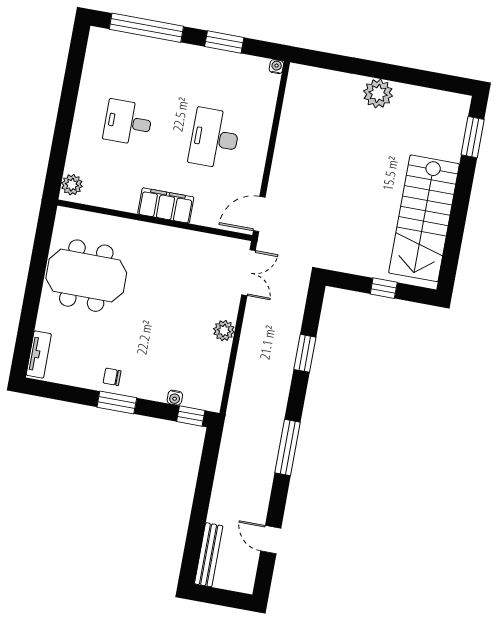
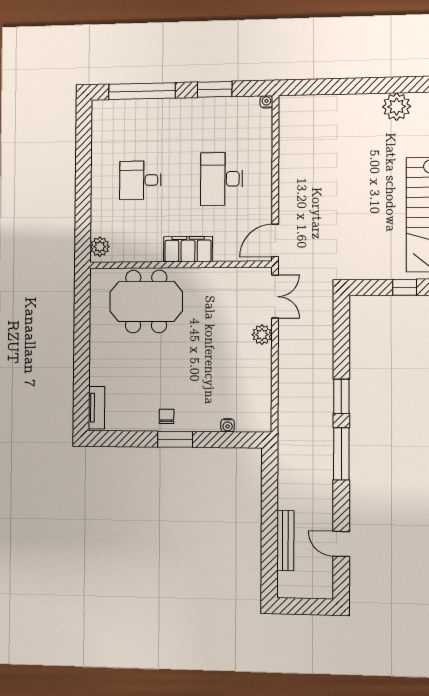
plant: (378, 94) -> (397, 107), moved
meeting table: (86, 276) -> (146, 301), moved
plant: (224, 331) -> (262, 335), moved
window: (305, 353) -> (341, 396), moved
chair: (112, 377) -> (167, 416), turned 90
window: (191, 416) -> (245, 440), removed
bench: (209, 555) -> (285, 541), moved

